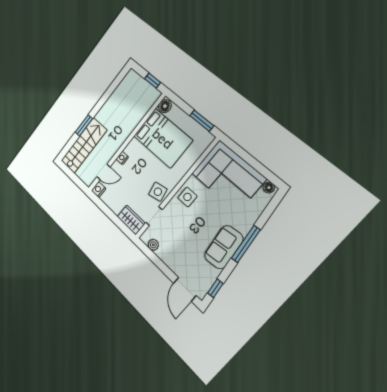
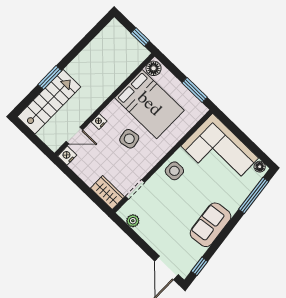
side table: (158, 192) -> (129, 139), moved
window: (246, 244) -> (254, 195), moved

